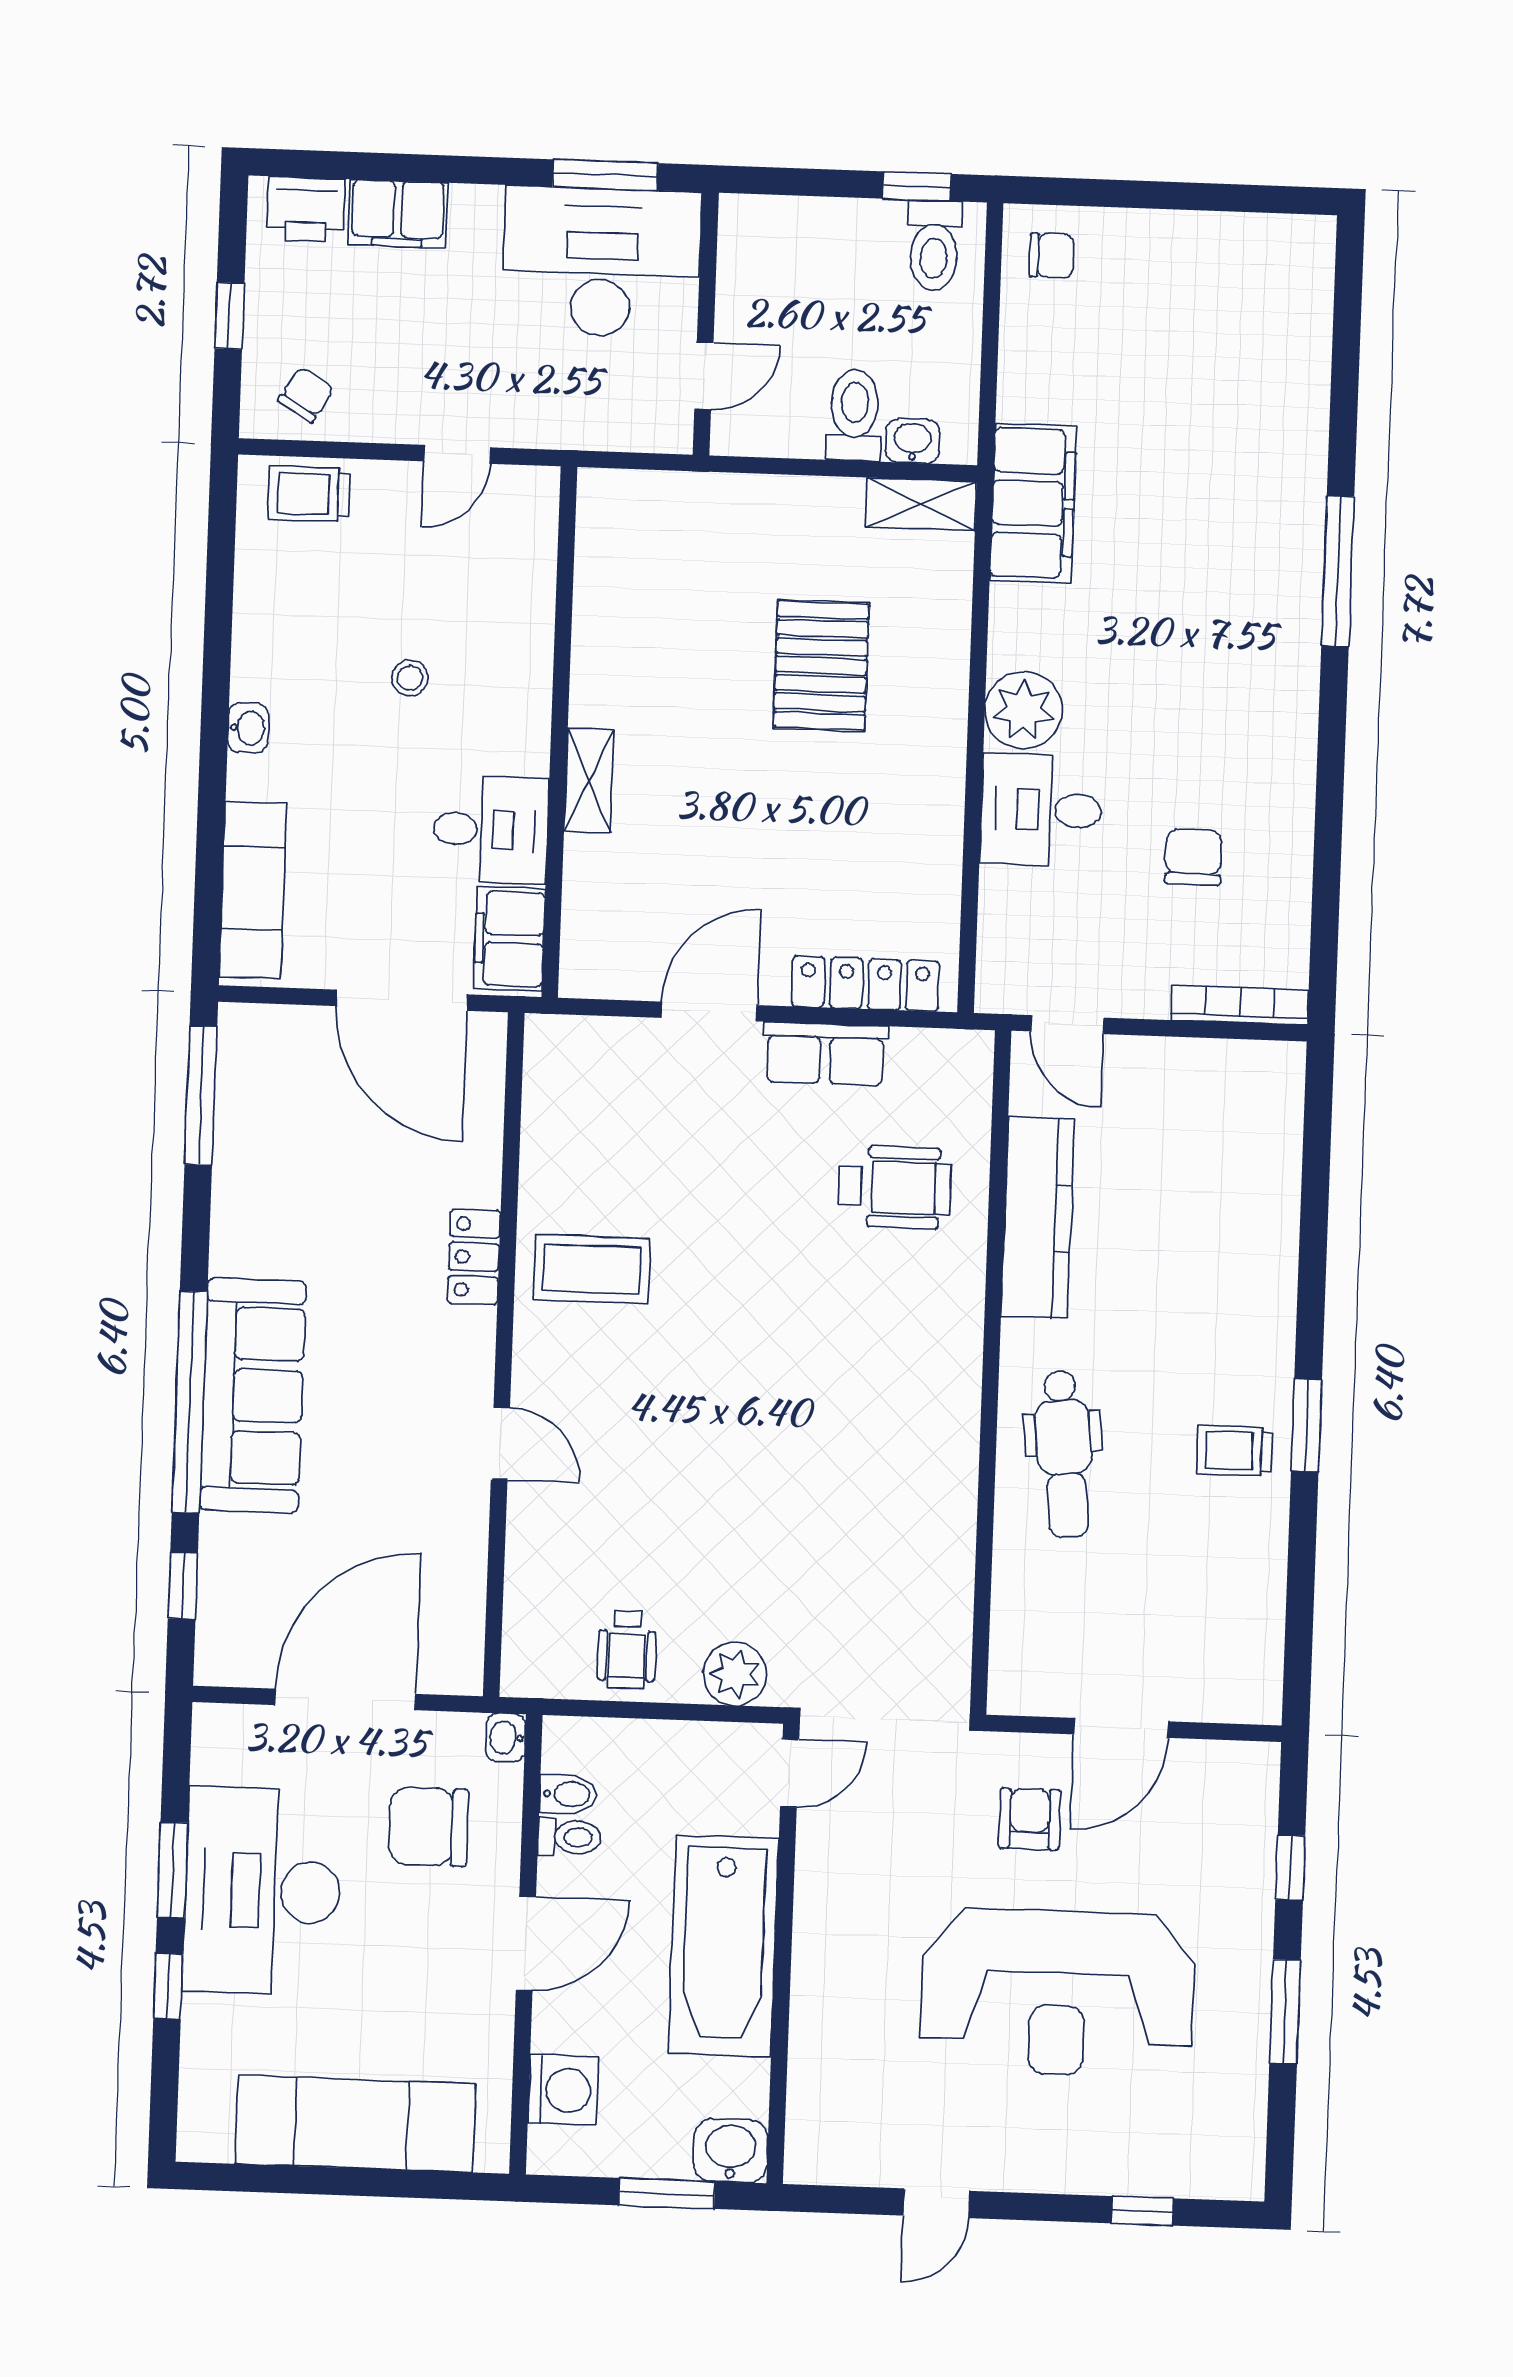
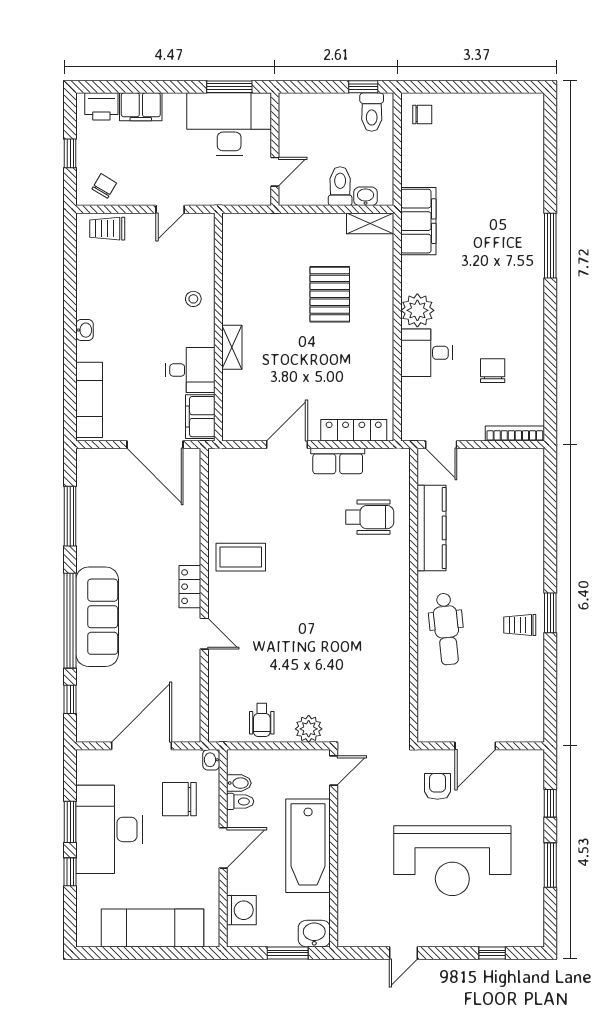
stool: (410, 678) -> (193, 299), moved
window: (201, 1096) -> (70, 516), moved
locker: (474, 1257) -> (190, 587), moved

